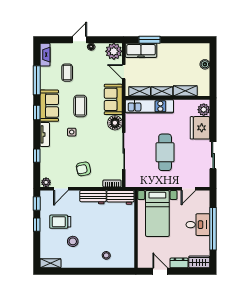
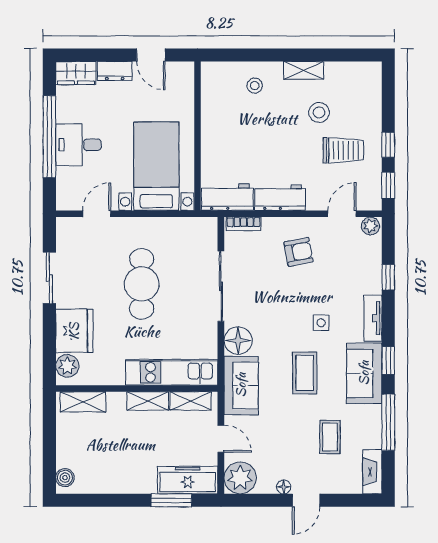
boiler: (205, 64) -> (65, 478), moved
shelving: (185, 91) -> (83, 402), moved
shelving: (50, 263) -> (304, 70), moved

